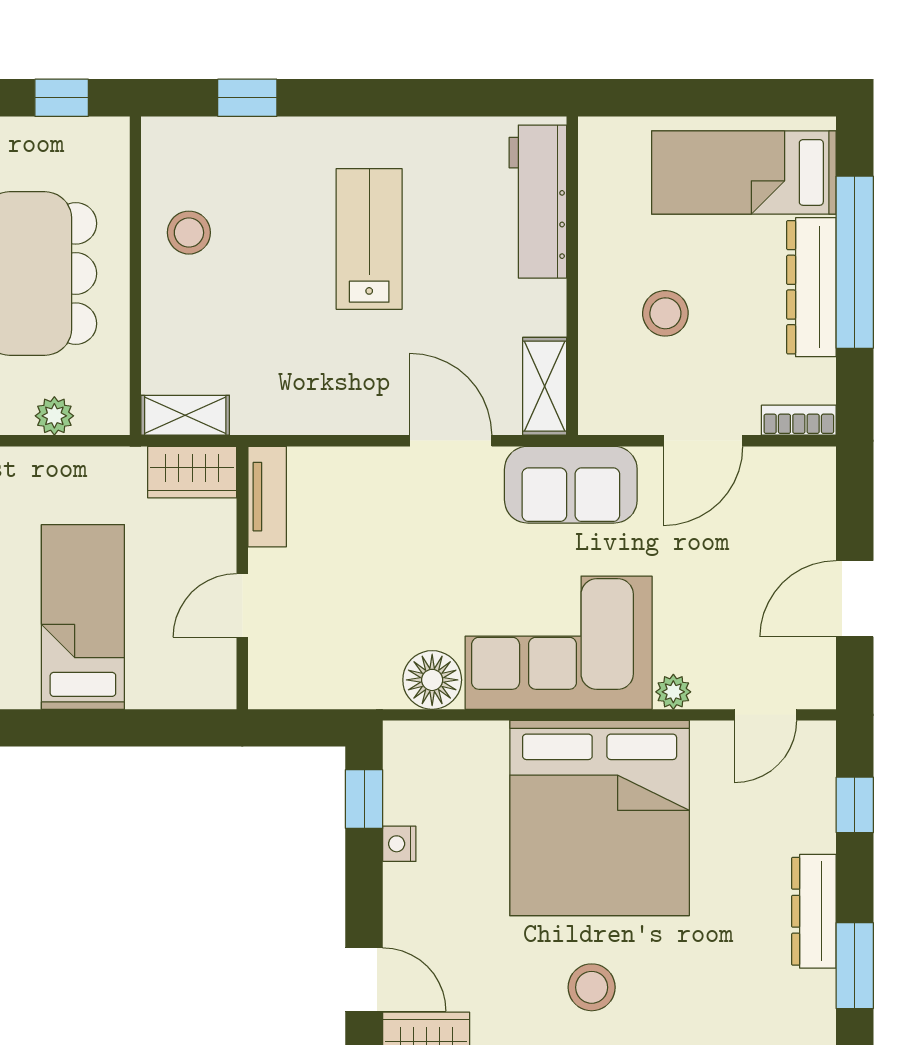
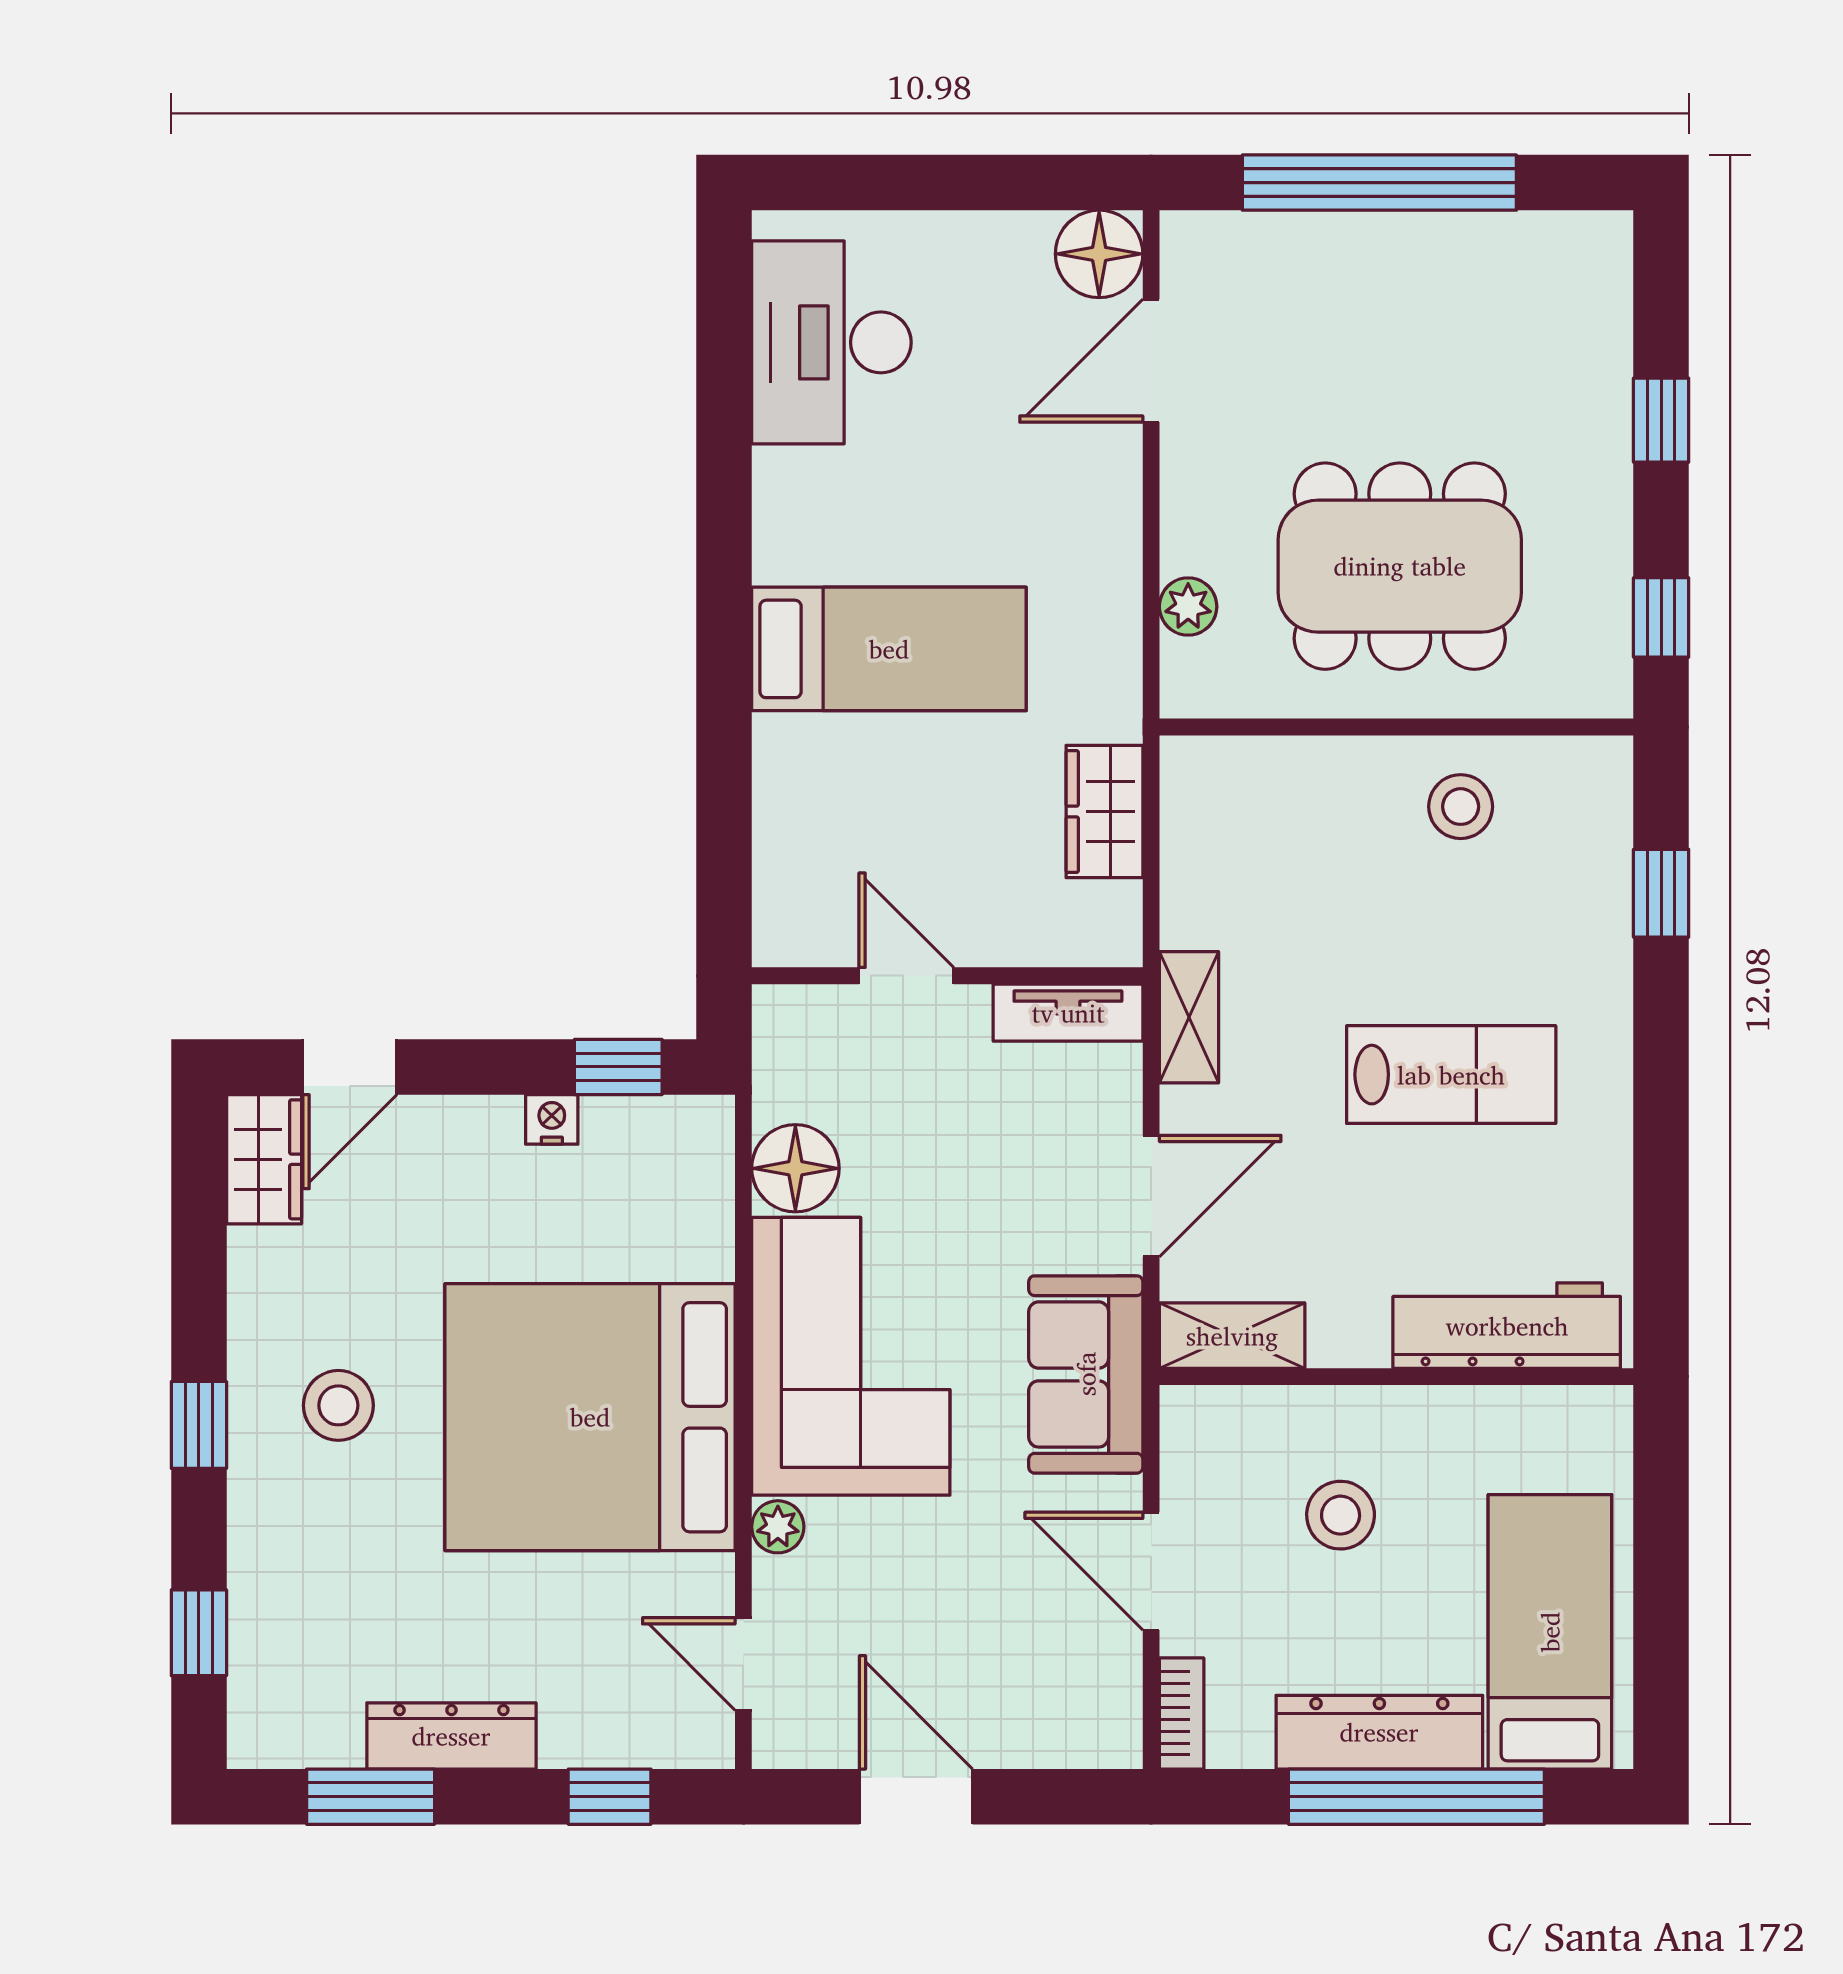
shelving: (185, 415) -> (1189, 1017), moved
tv unit: (267, 497) -> (1068, 1013), moved
wall: (242, 578) -> (947, 976), moved
door: (242, 605) -> (906, 976), moved

